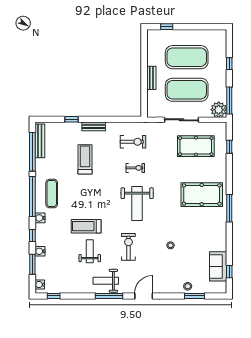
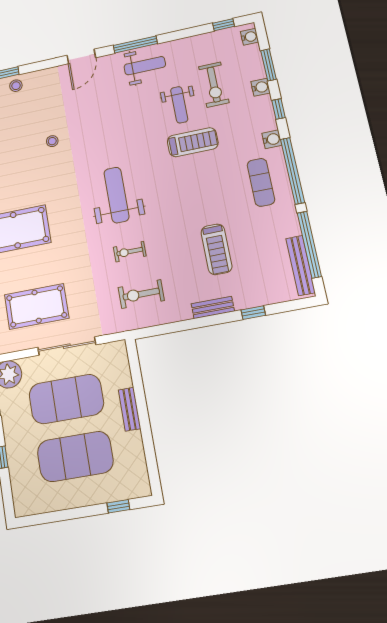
exercise bike: (128, 247) -> (214, 85), moved

